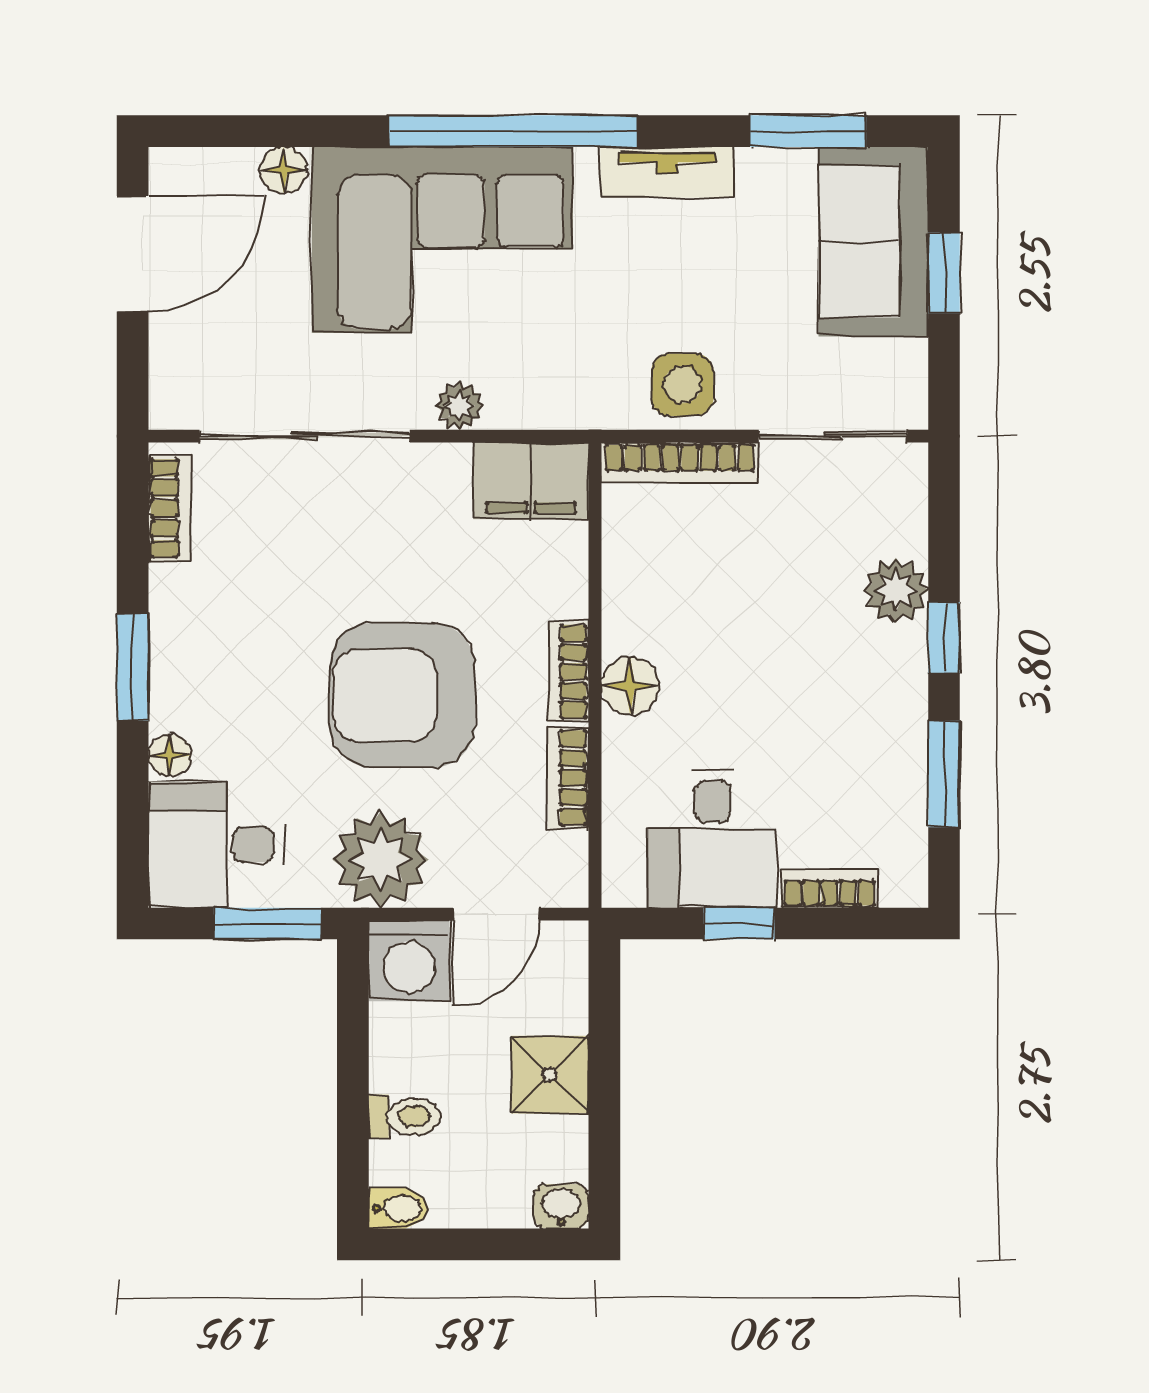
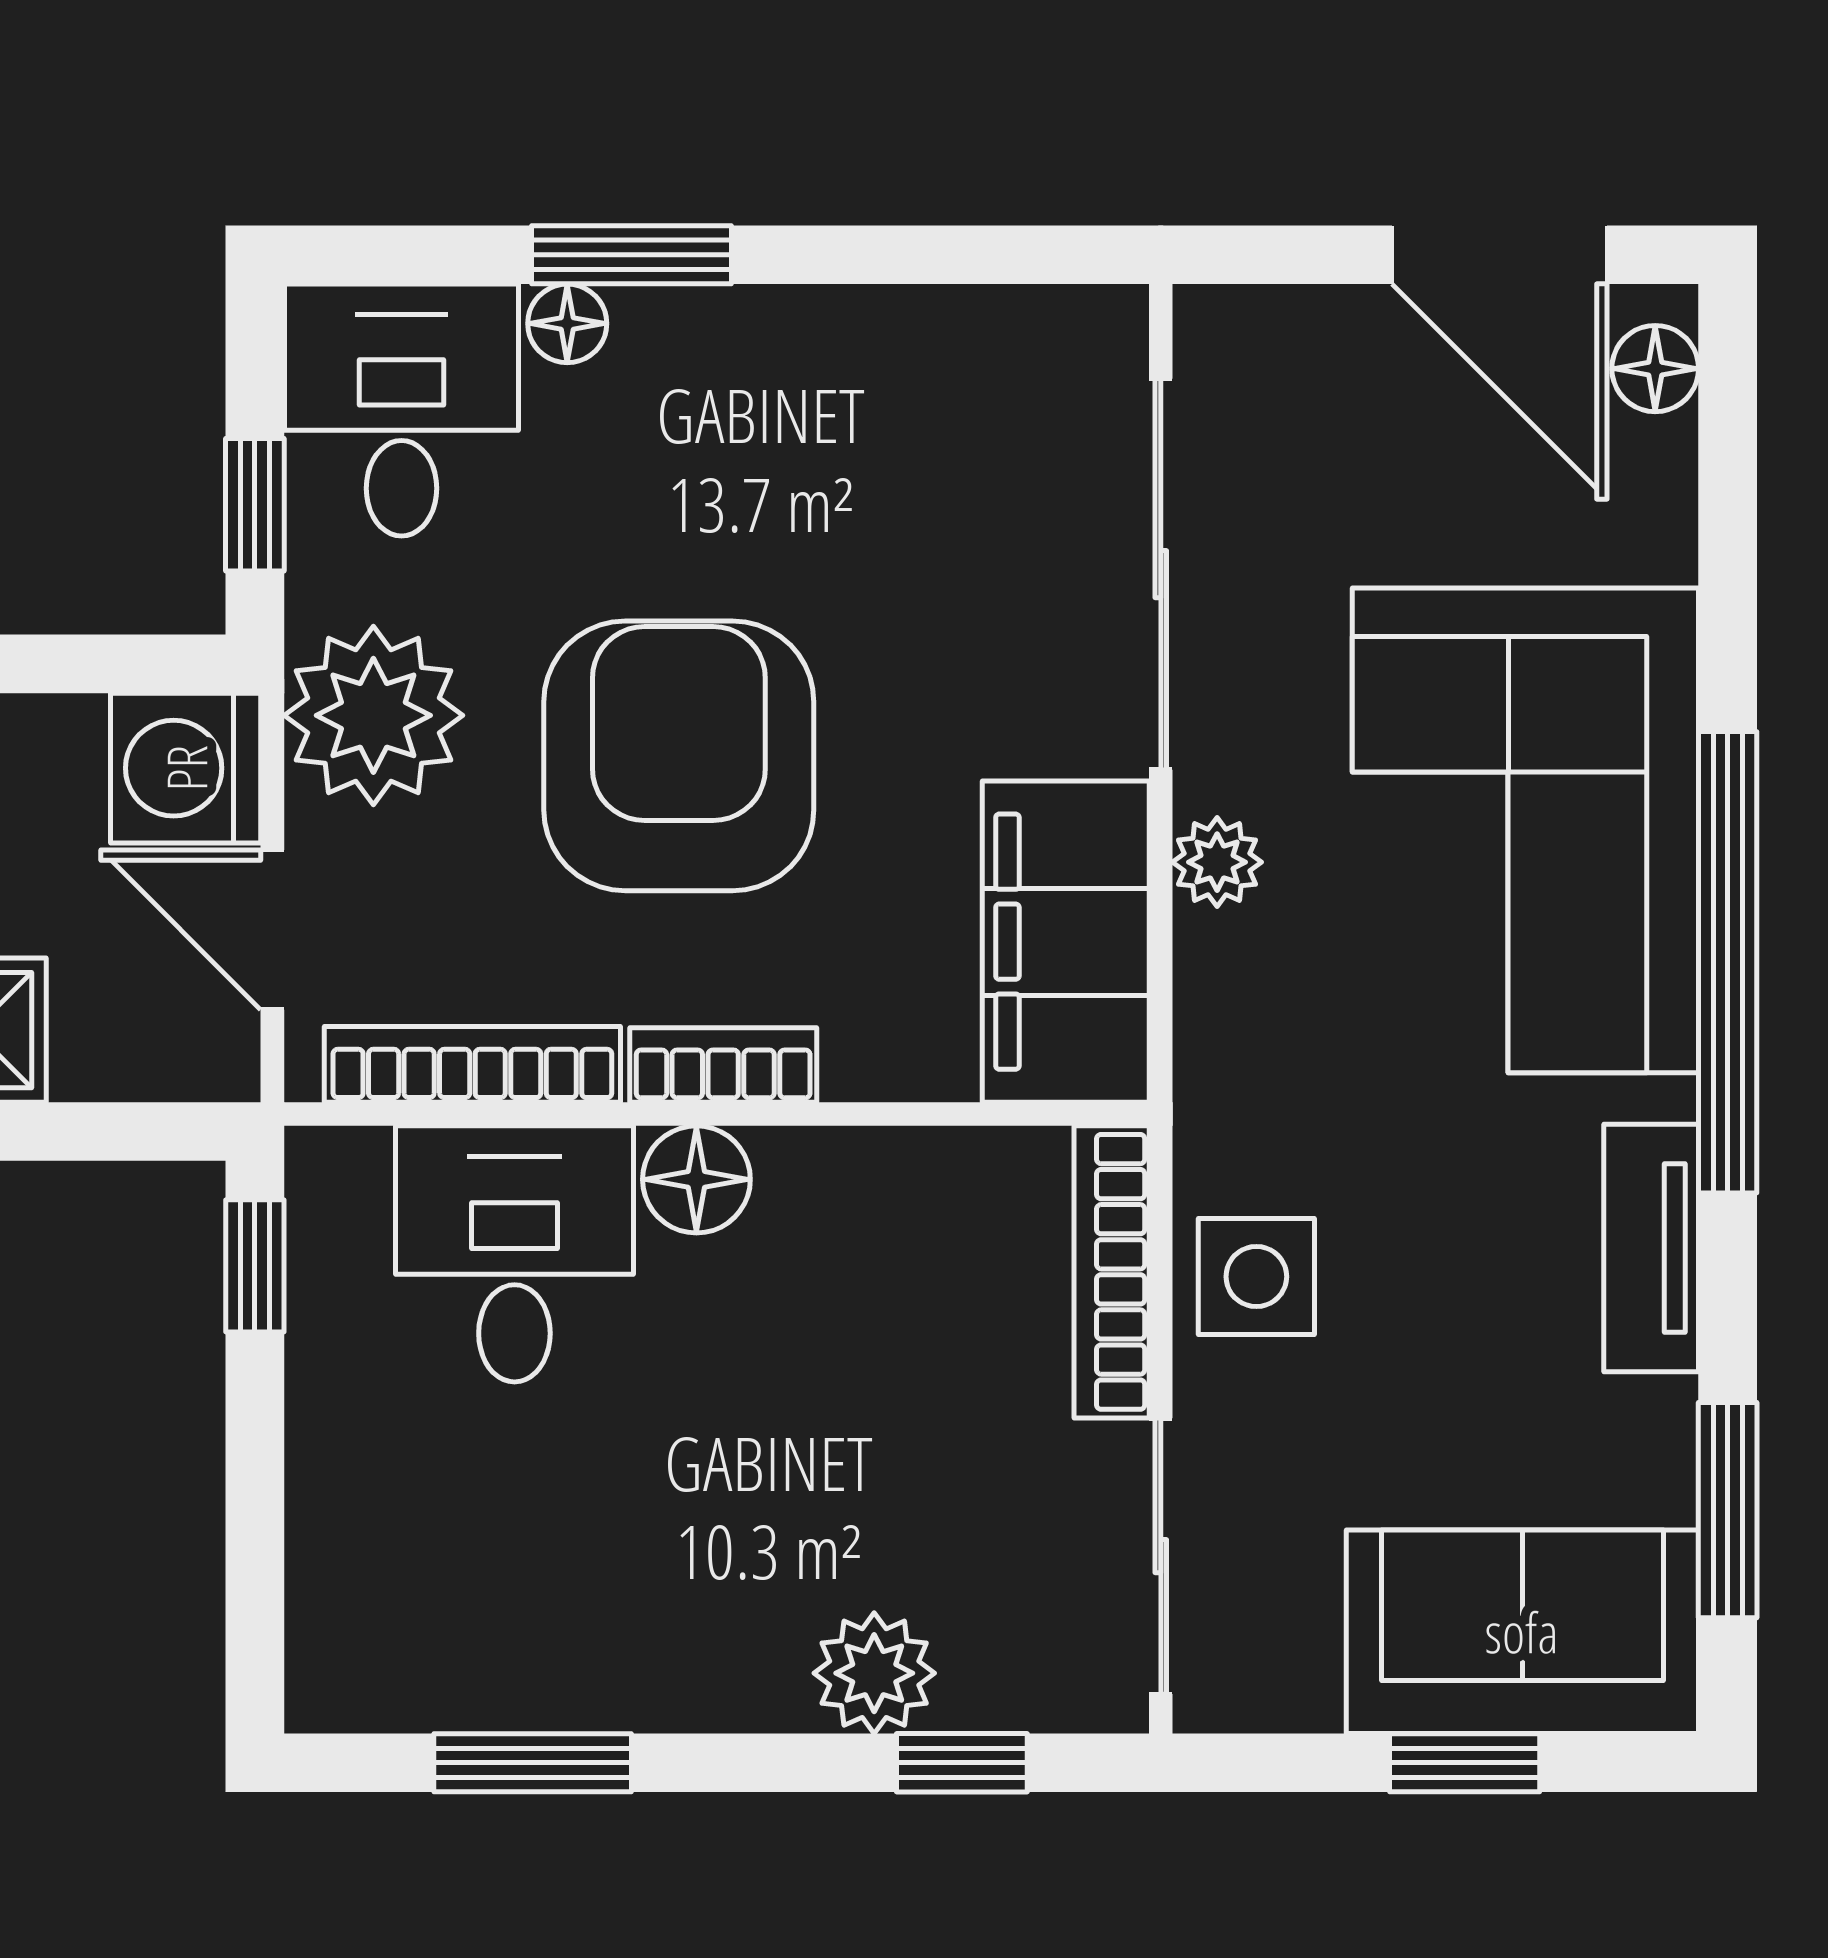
floor lamp: (284, 170) -> (1655, 369), moved
filing cabinet: (531, 481) -> (1066, 942), width x1.50, depth x1.17
bookcase: (170, 508) -> (1026, 323), removed
window: (944, 637) -> (962, 1763), moved
window: (133, 667) -> (631, 255), moved
bookcase: (568, 778) -> (472, 1064), width x1.56
desk: (712, 839) -> (514, 1254), moved, turned 90
bookcase: (830, 889) -> (320, 1550), removed
window: (267, 924) -> (255, 505), width x0.67
window: (739, 924) -> (255, 1266), moved

